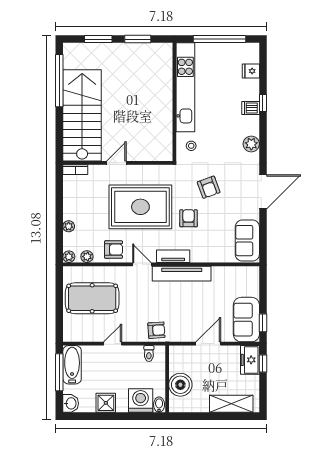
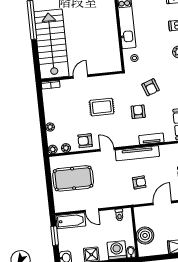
rug: (140, 207) -> (102, 107), width x0.54, depth x0.49
armchair: (114, 250) -> (85, 141), turned 180
tv unit: (173, 256) -> (151, 139), moved
armchair: (156, 330) -> (139, 182), moved
door: (113, 344) -> (92, 210), swing flipped
bathtub: (72, 365) -> (71, 221), moved, turned 90
window: (59, 372) -> (55, 236), width x0.69

